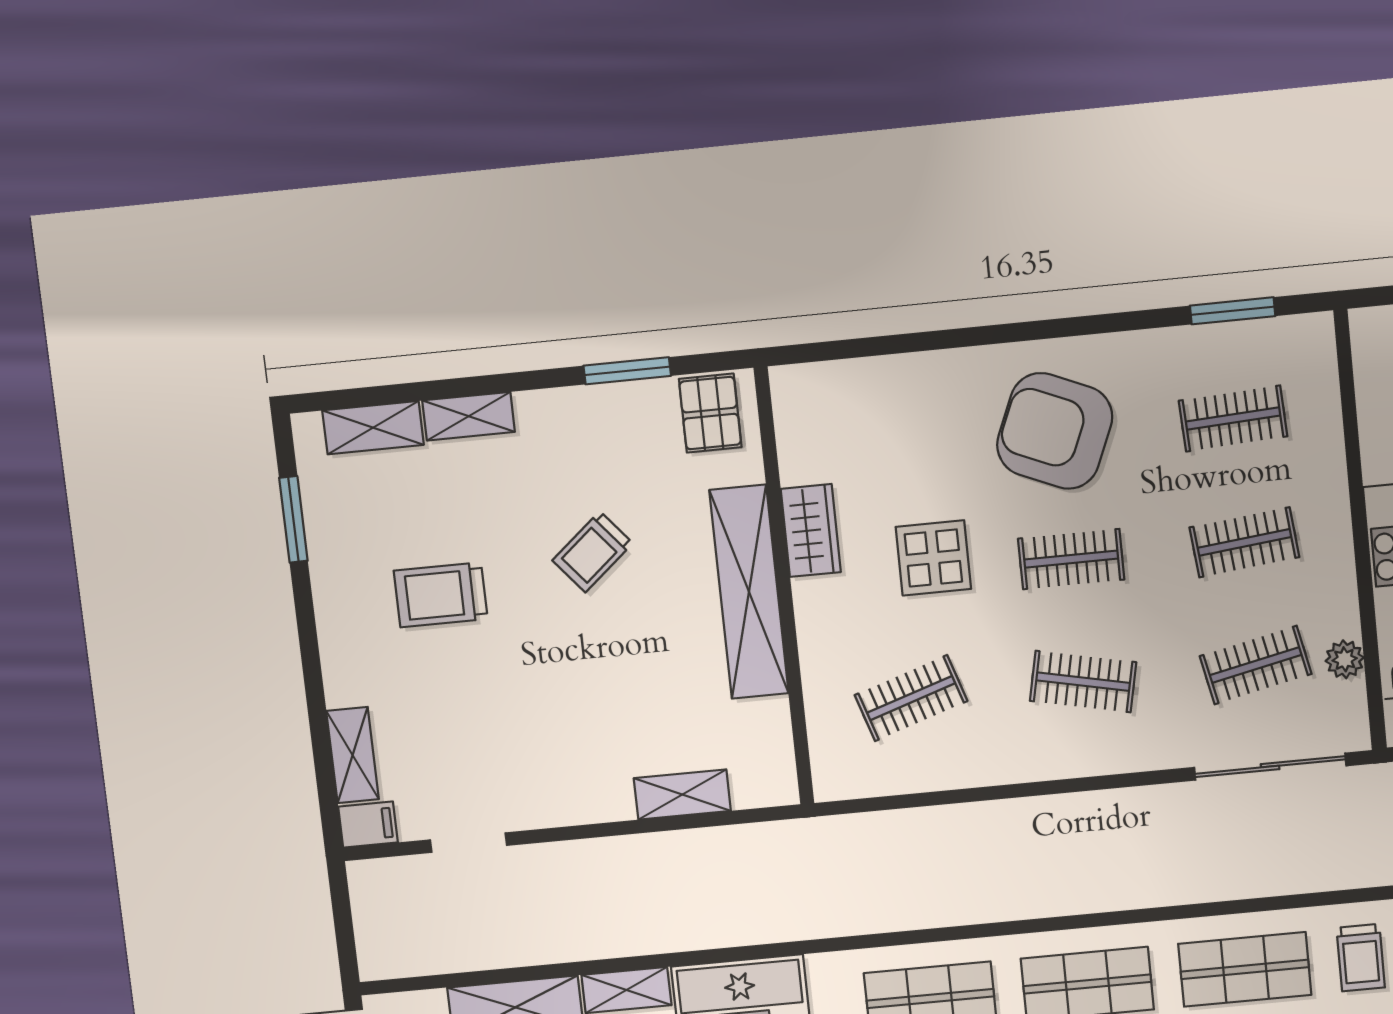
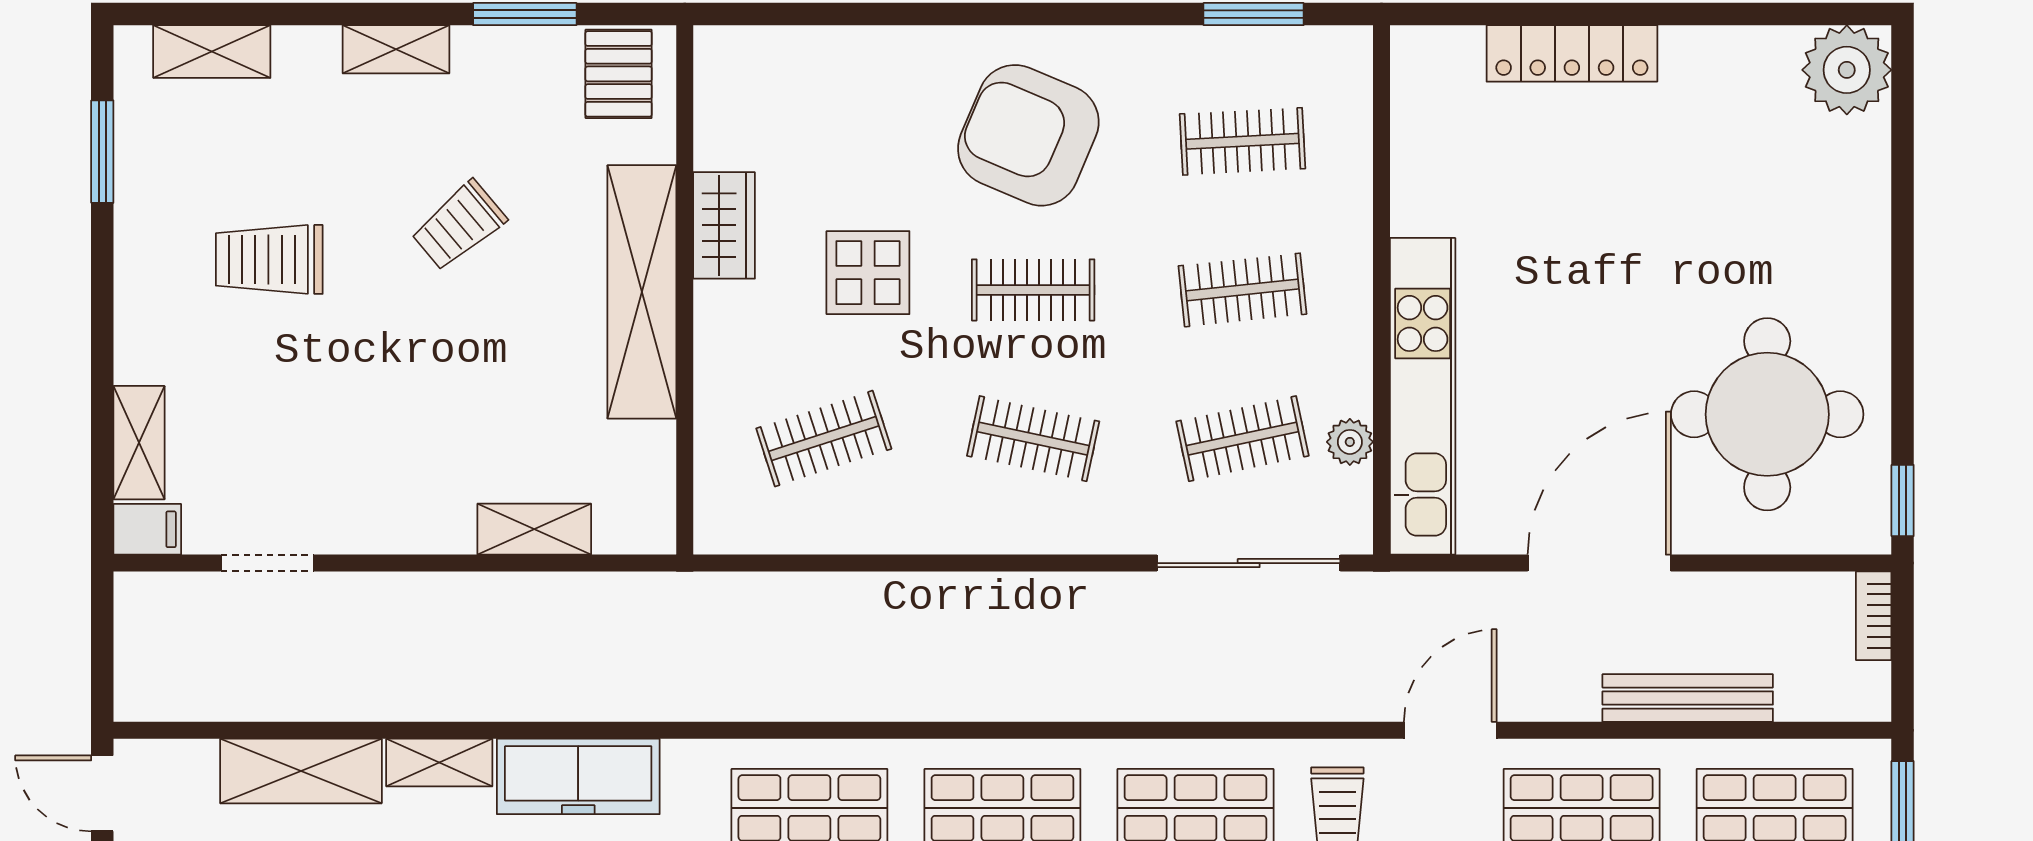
shelving: (469, 416) -> (396, 49), moved

